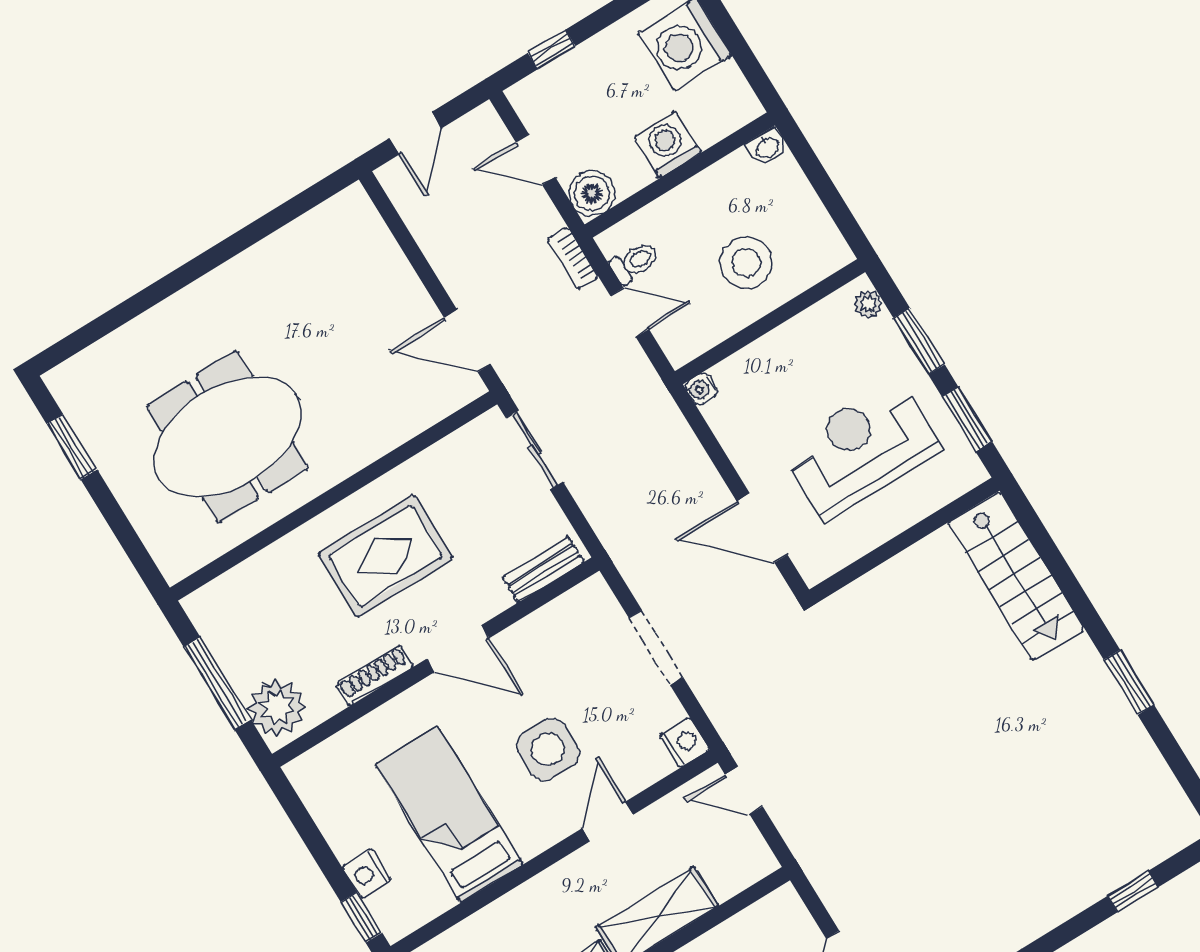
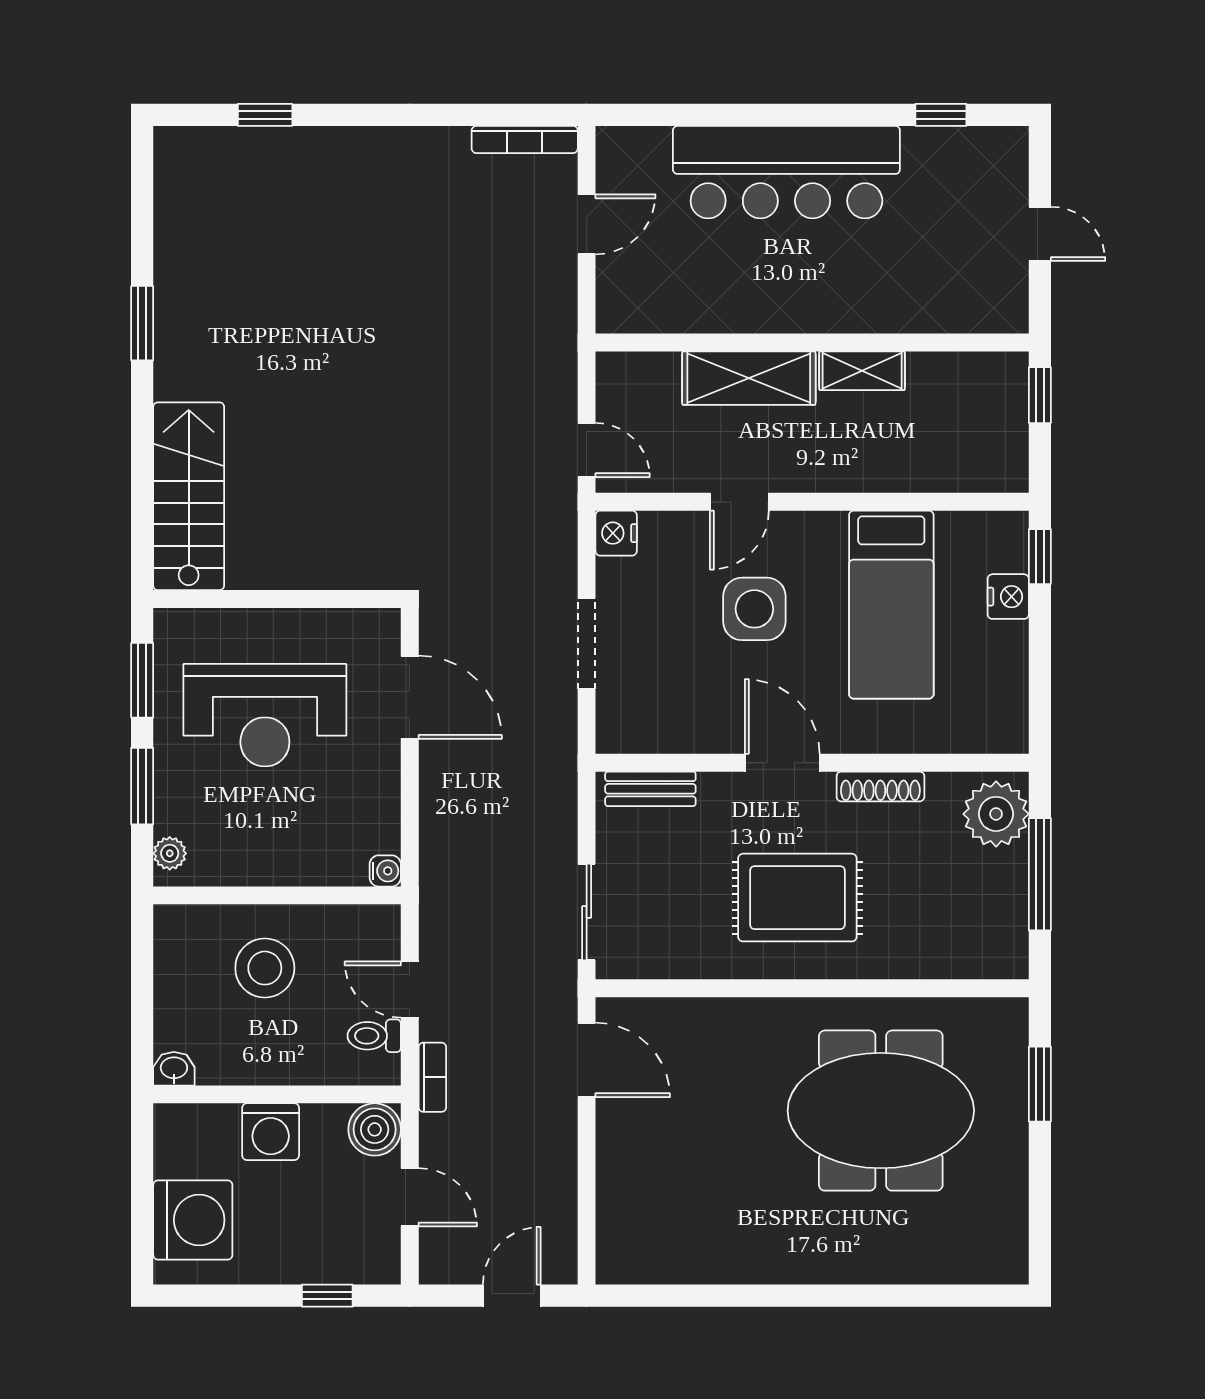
window: (72, 447) -> (1040, 1084), moved

